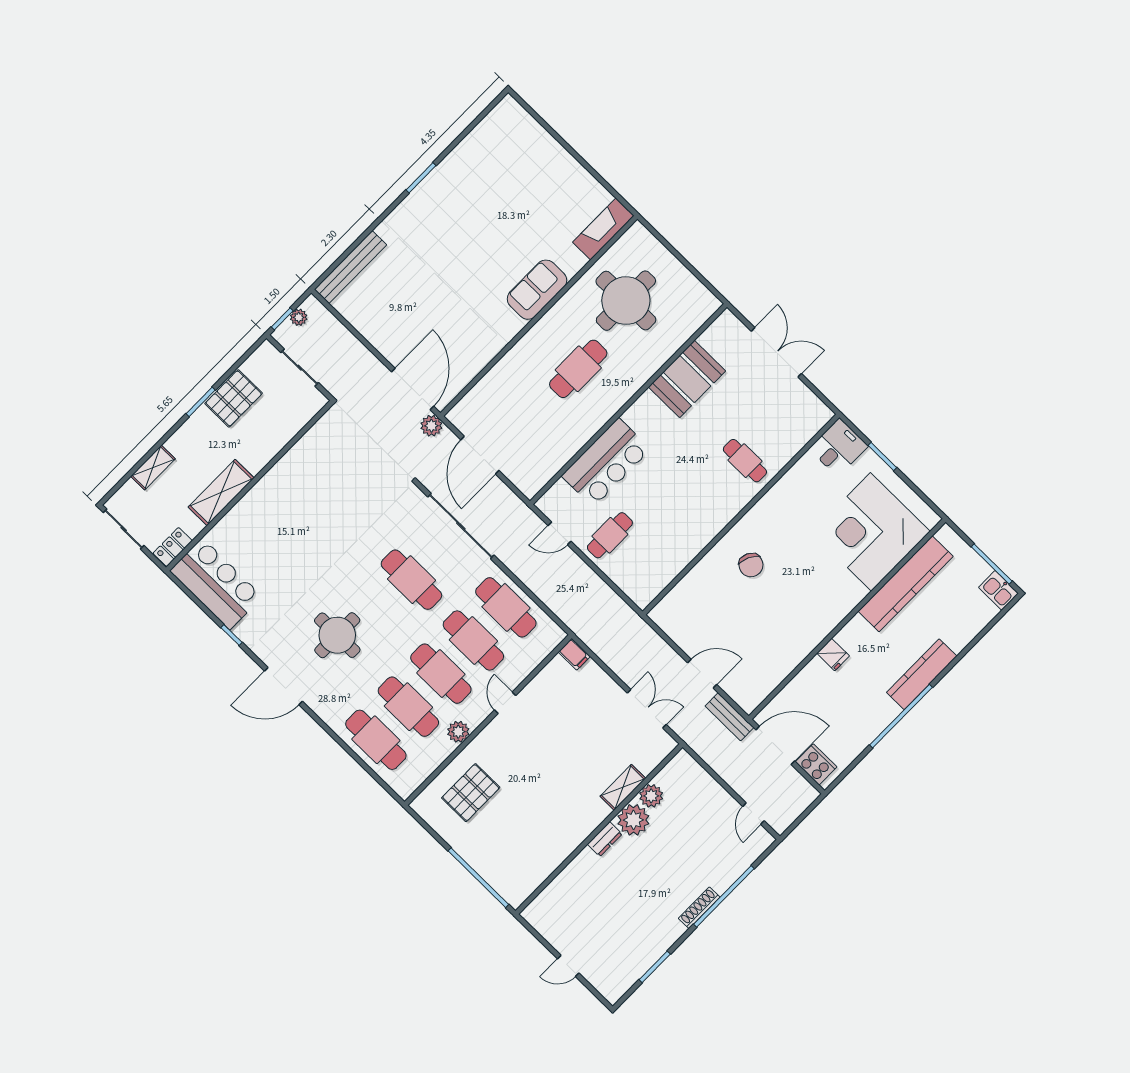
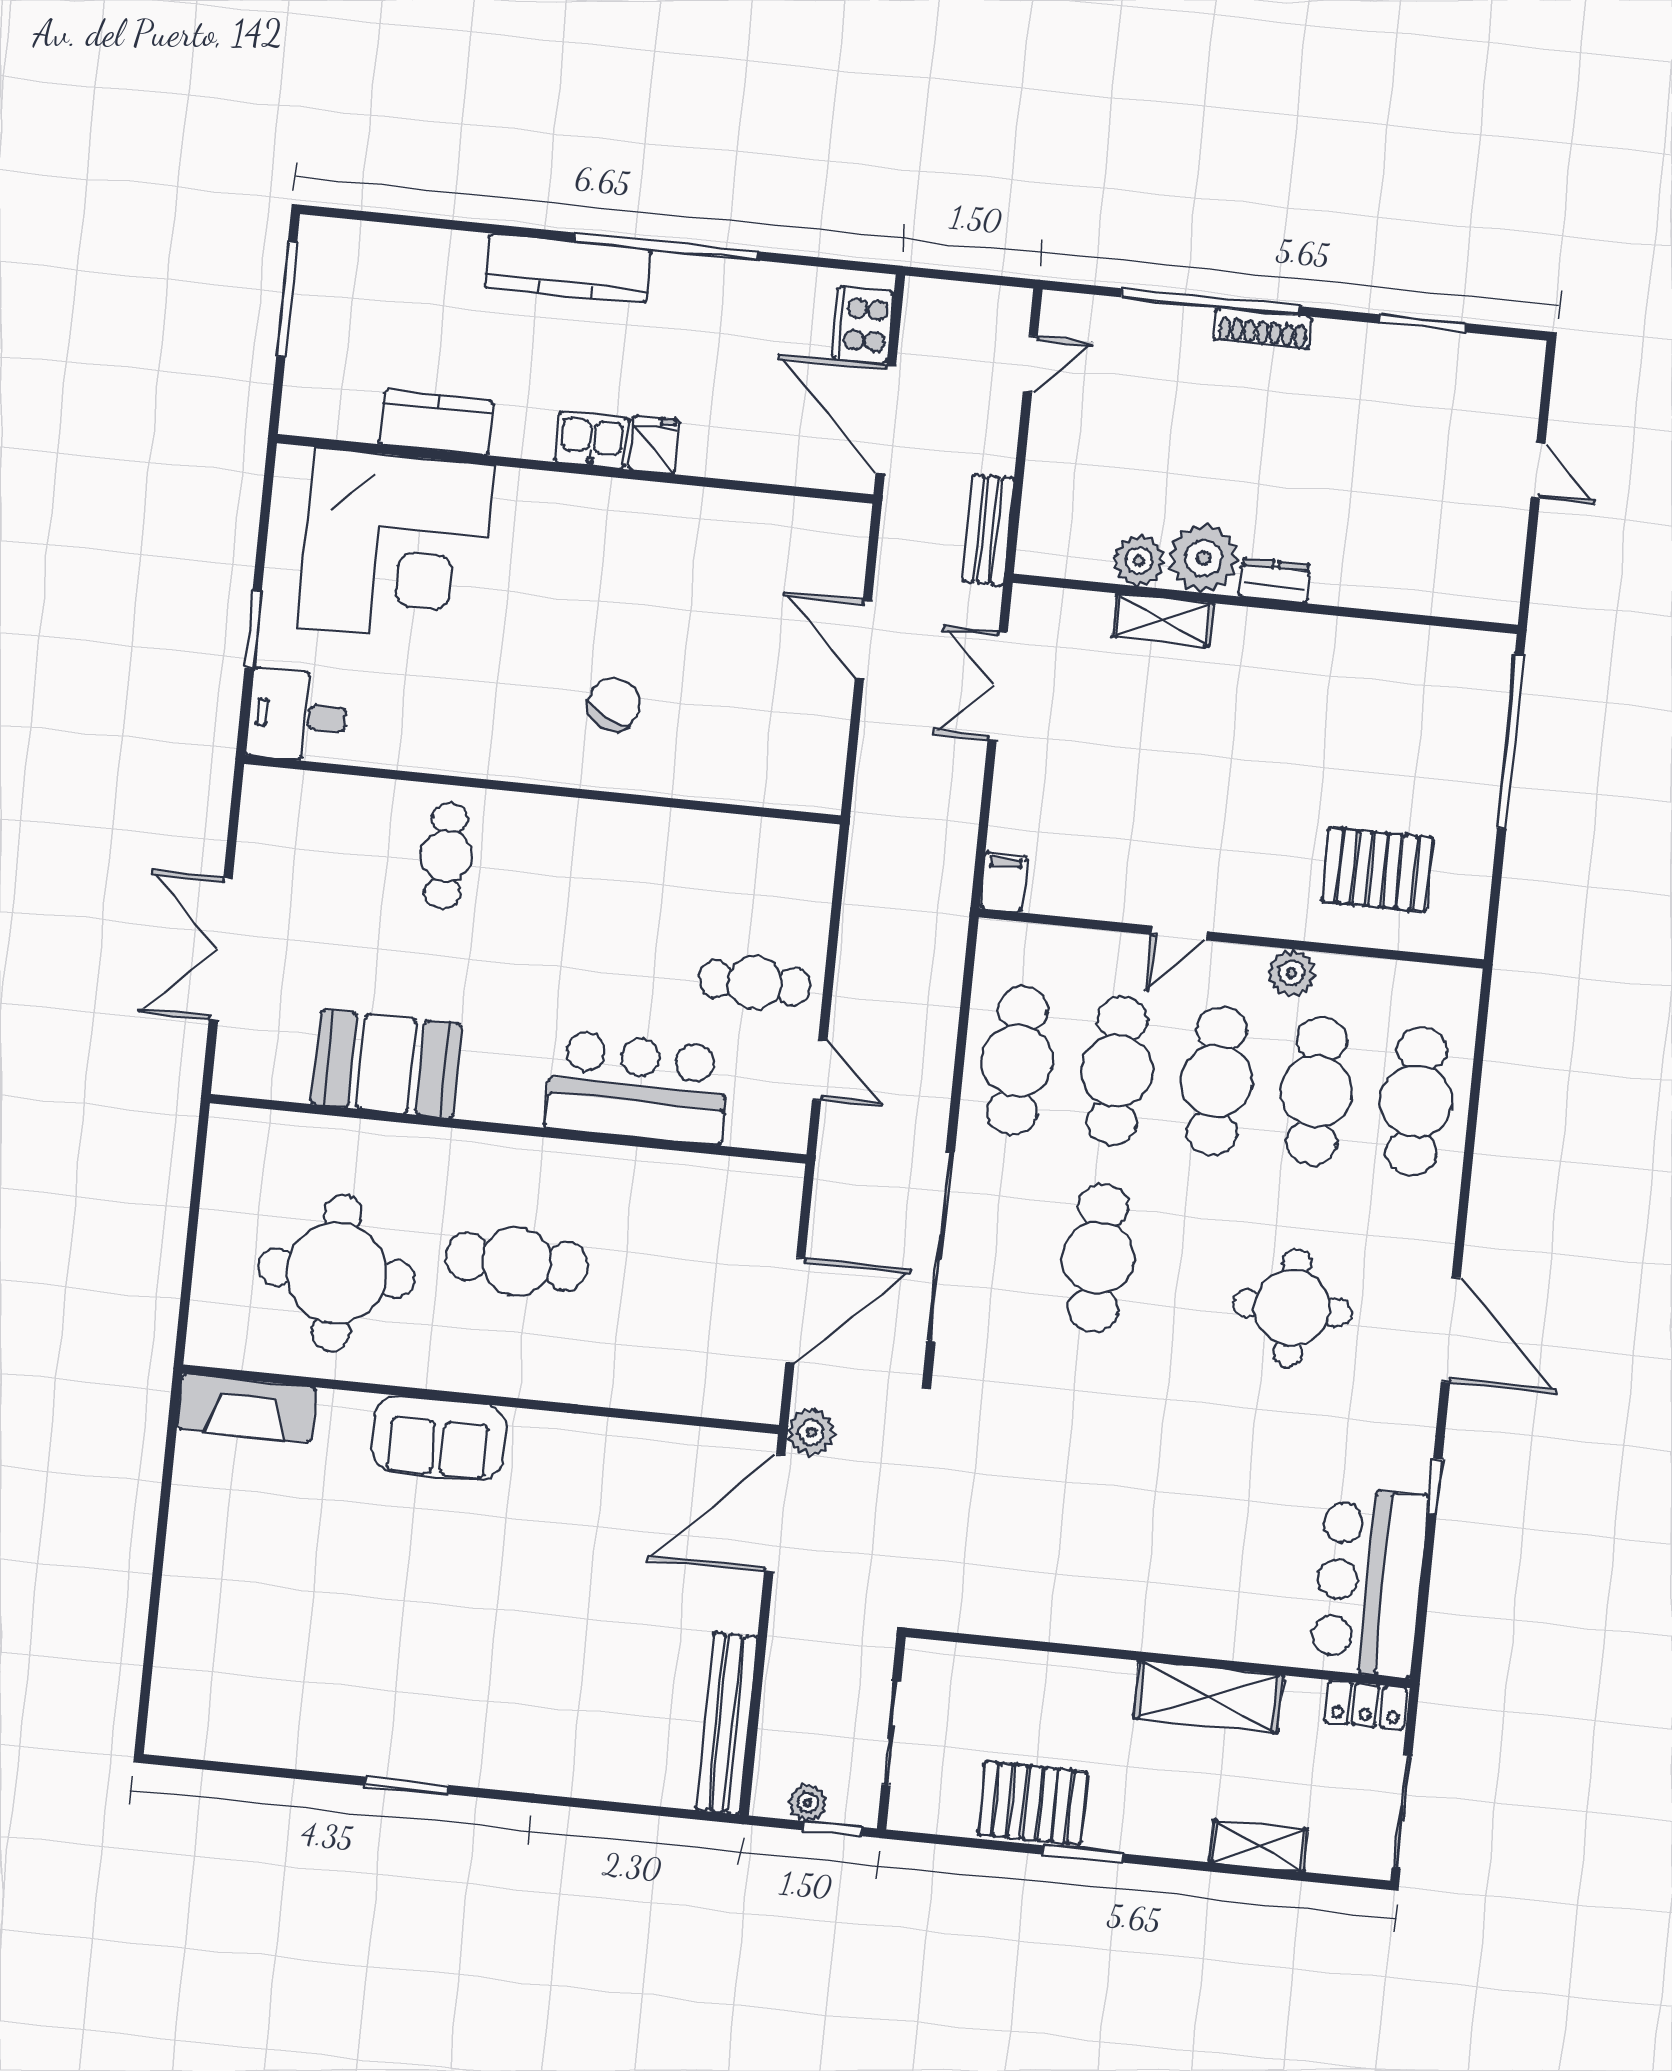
bench: (350, 267) -> (726, 1723), moved, turned 90
kitchen counter: (906, 584) -> (436, 422), width x0.48, depth x0.86
kitchen sink: (999, 590) -> (592, 440), moved, turned -90
bench: (729, 717) -> (988, 530), moved

